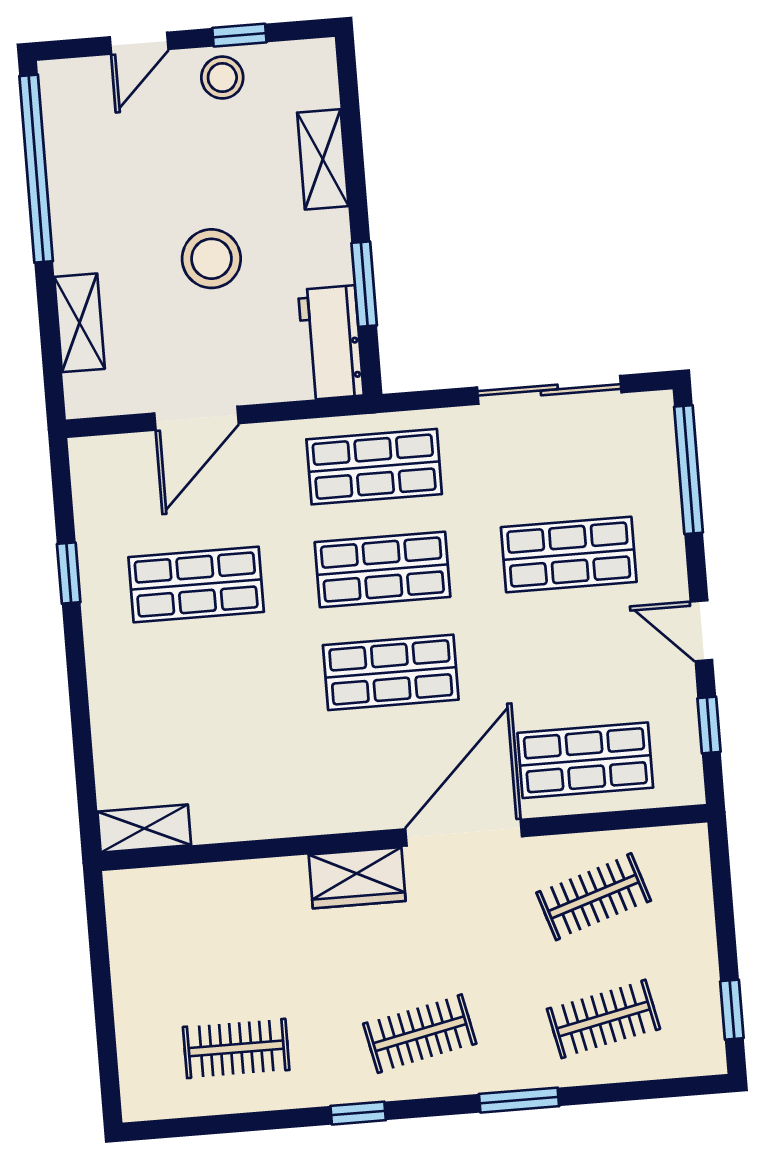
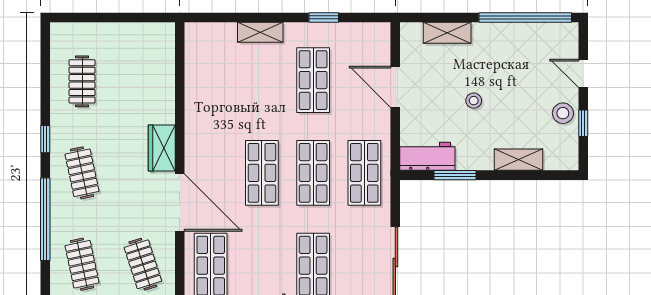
stool: (211, 259) -> (474, 101), width x0.53, depth x0.53
shelving: (144, 828) -> (260, 32), moved, turned 90
window: (519, 1100) -> (45, 219), width x2.11

